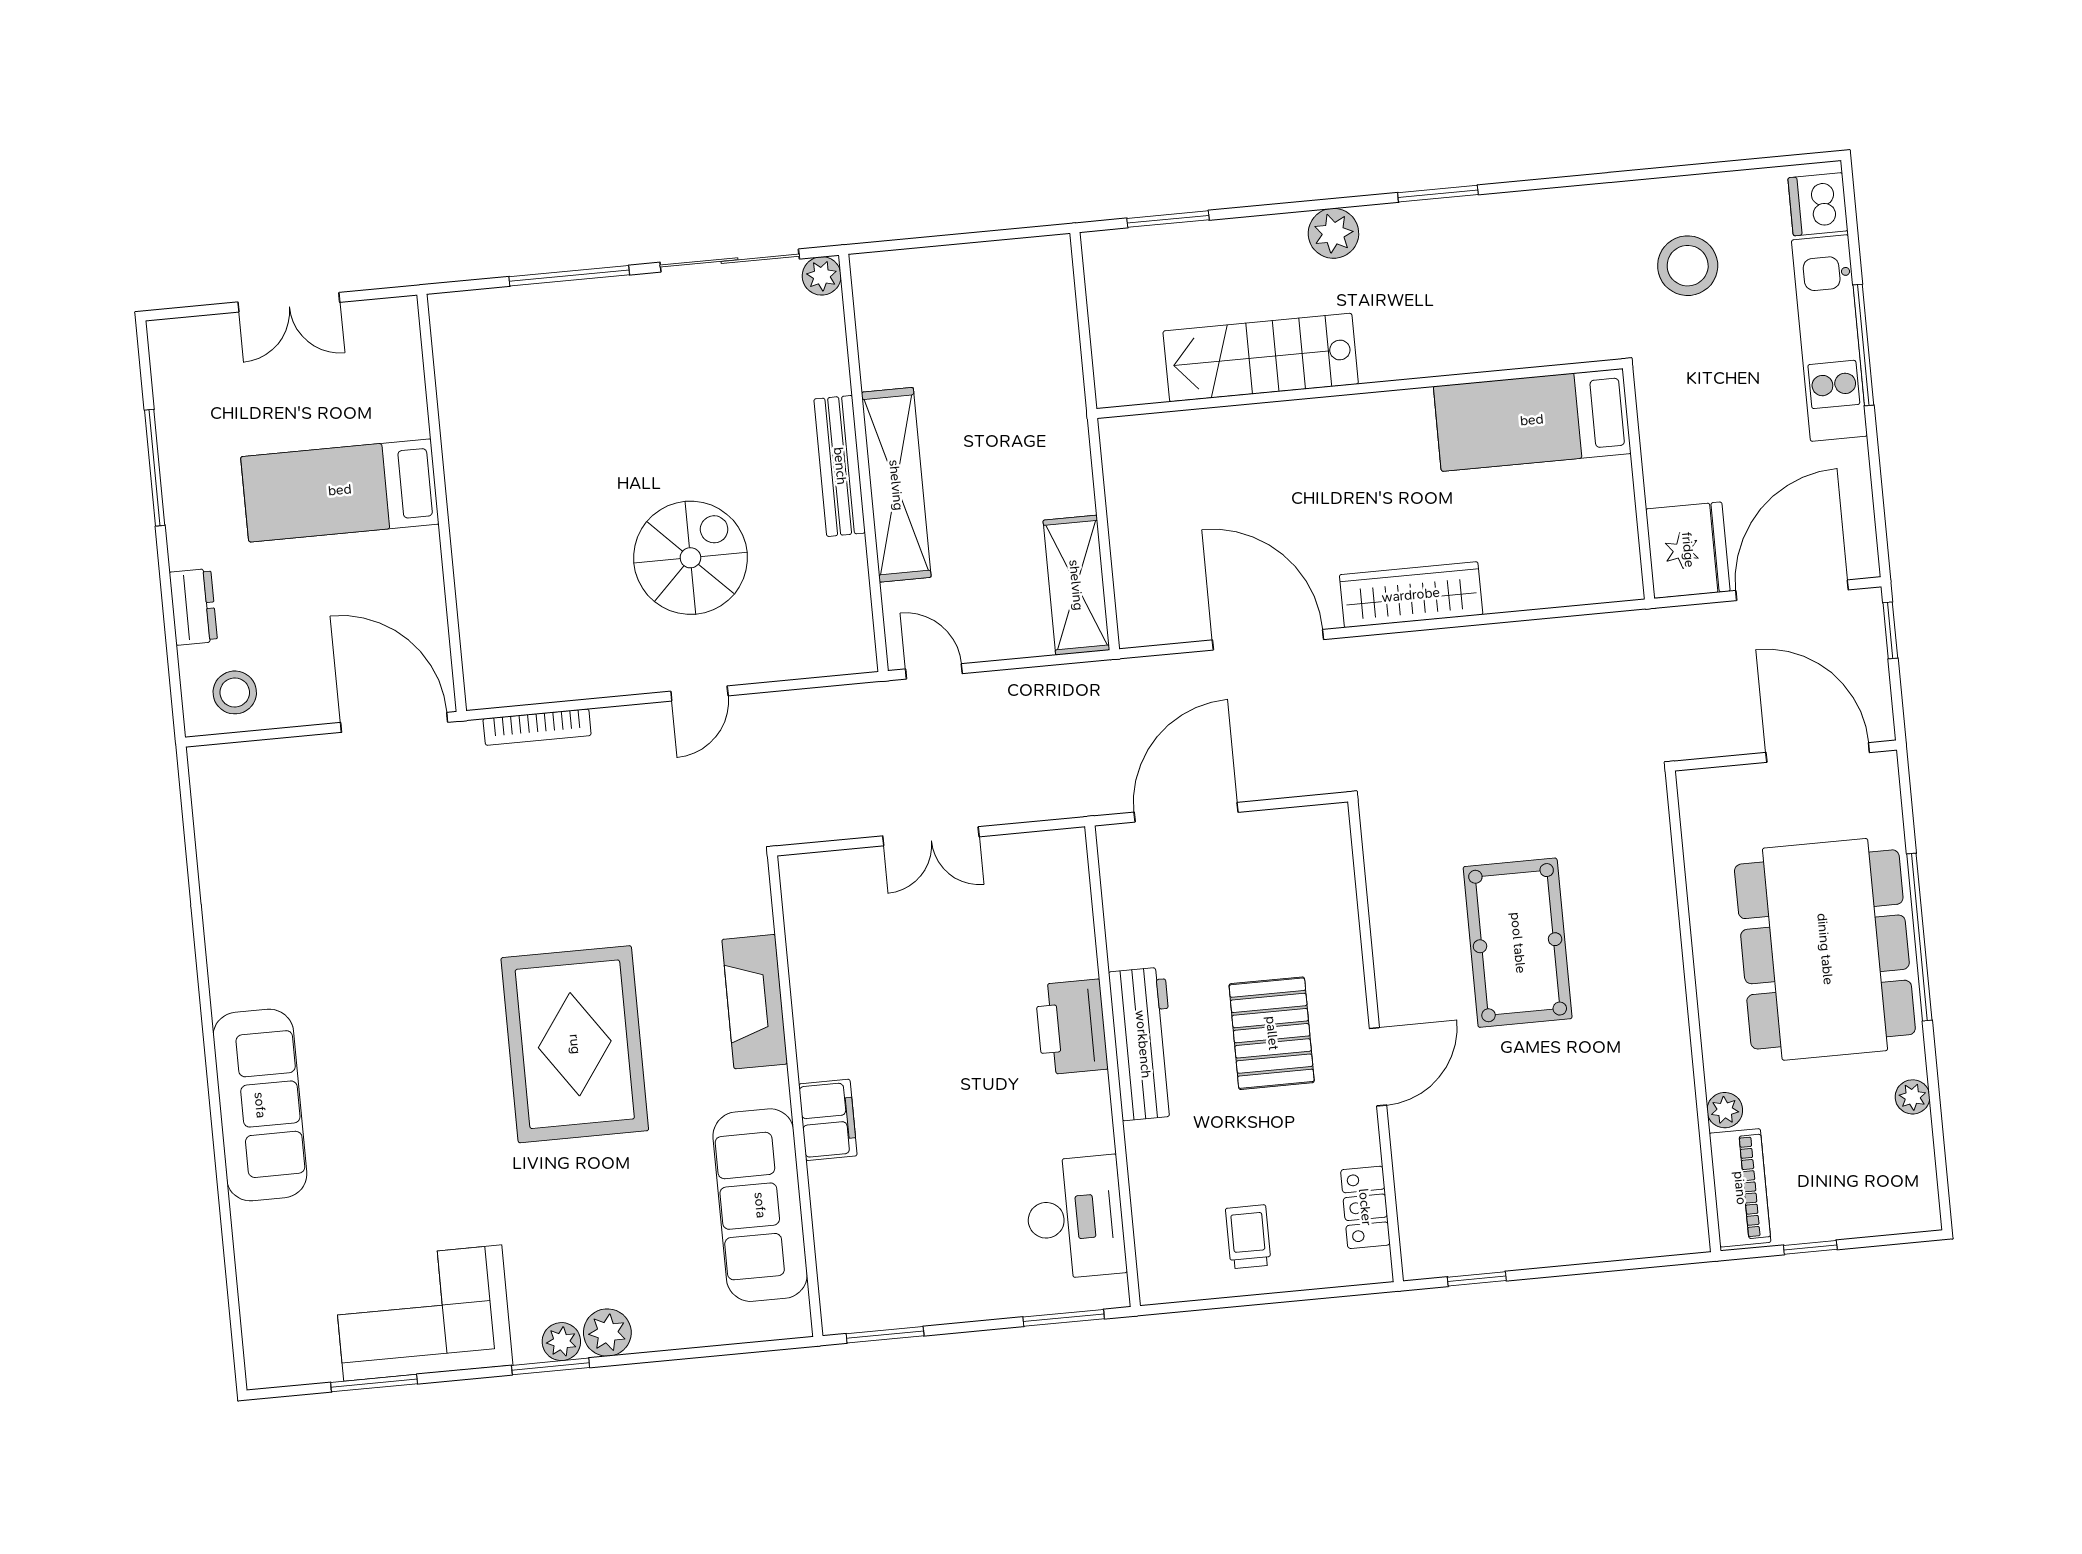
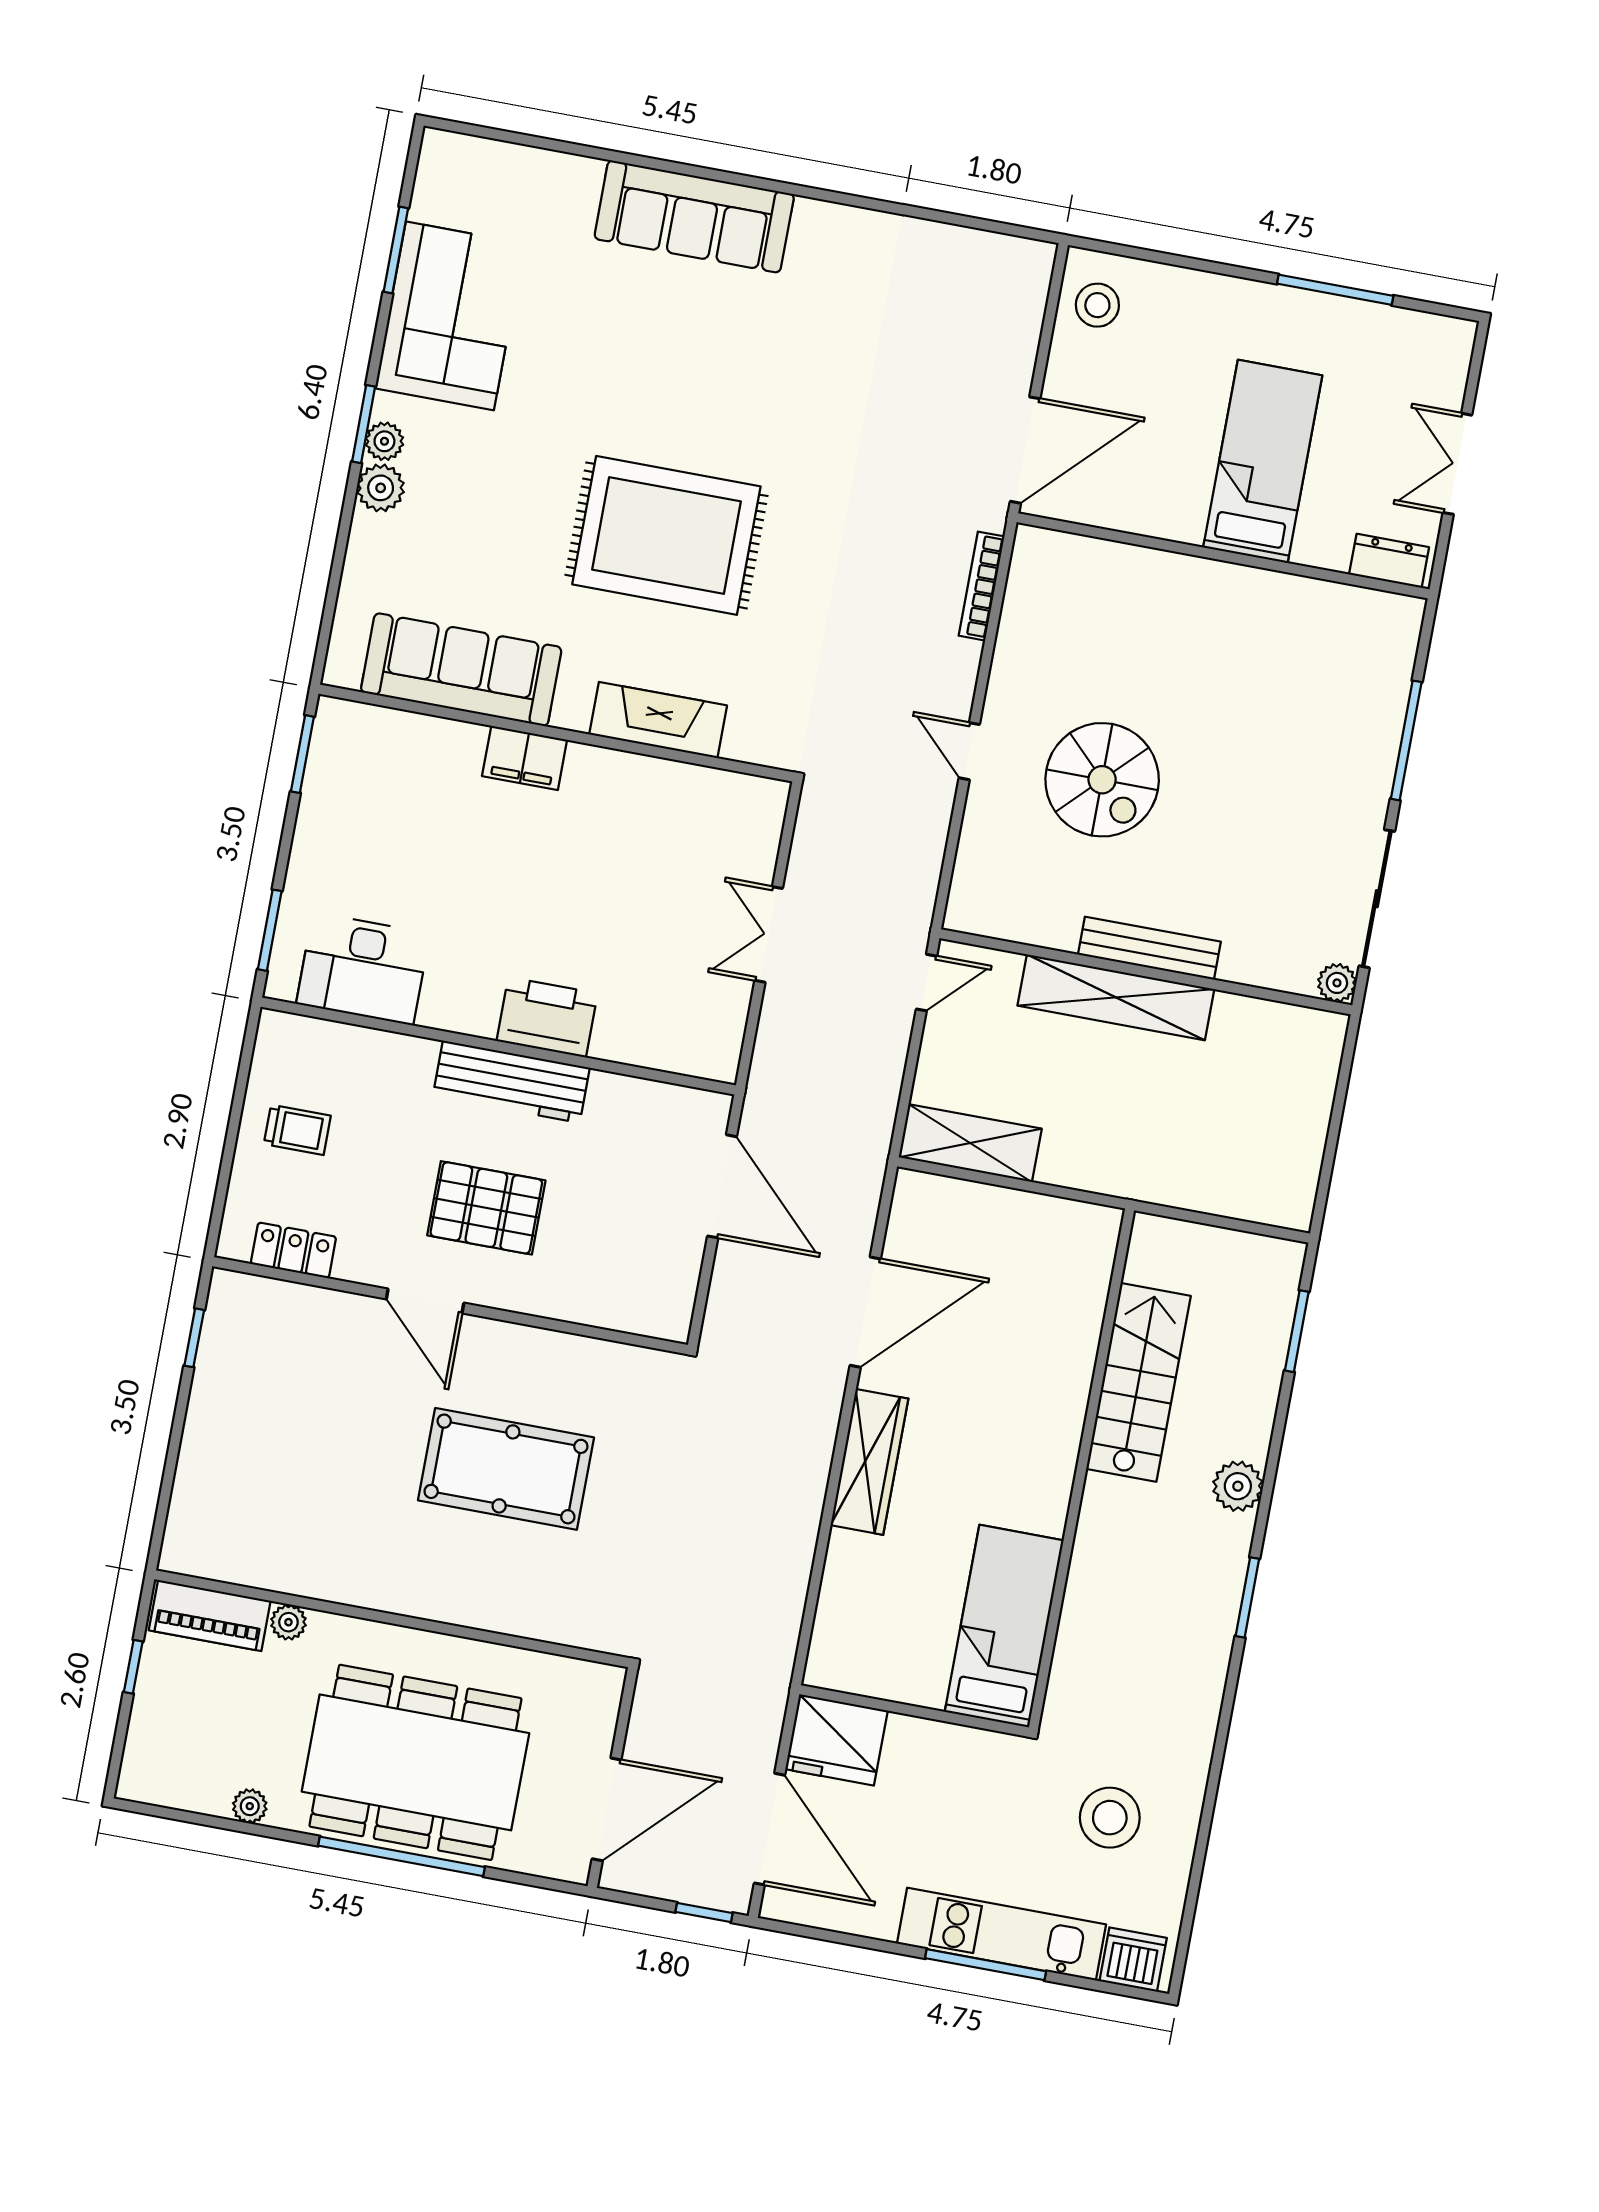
dresser: (193, 607) -> (1389, 561), moved, turned 180

